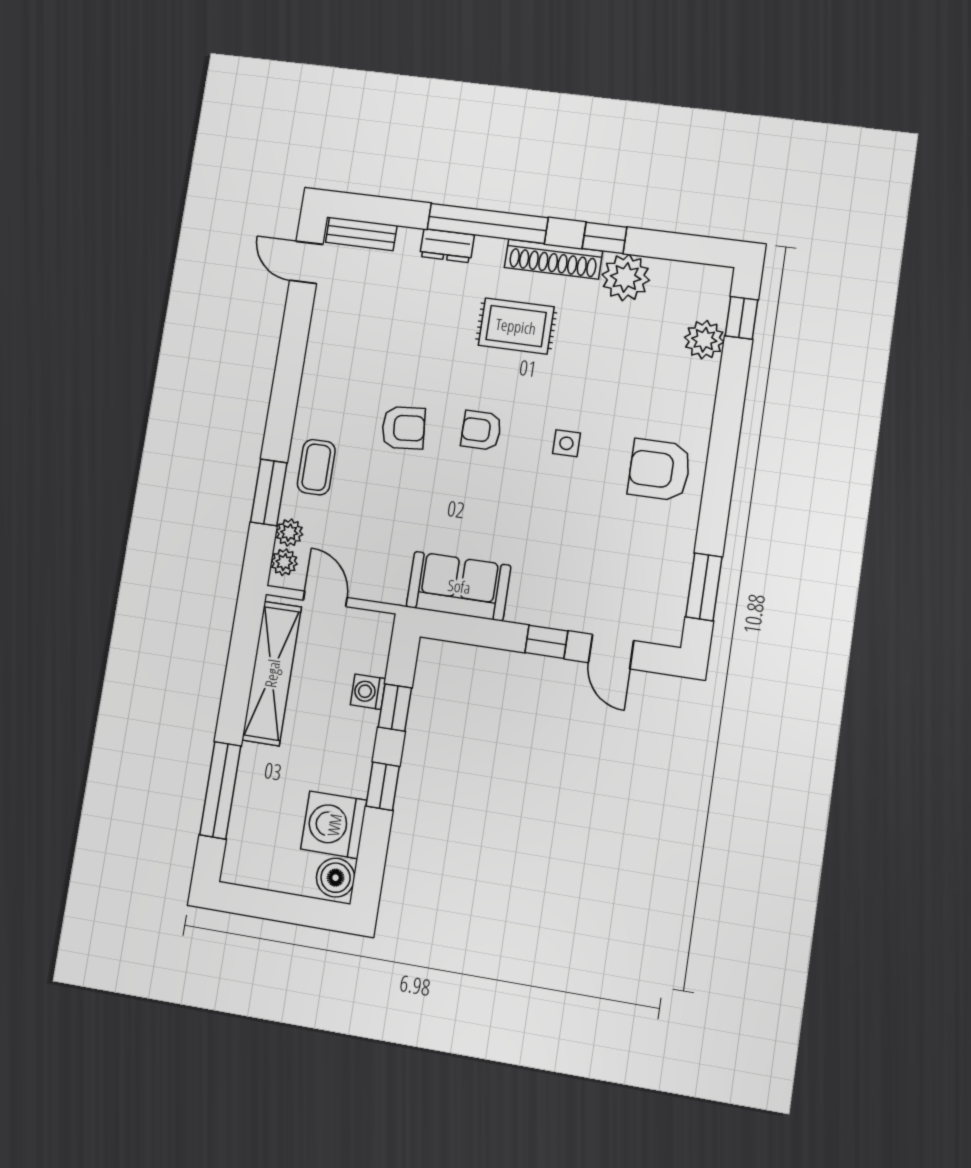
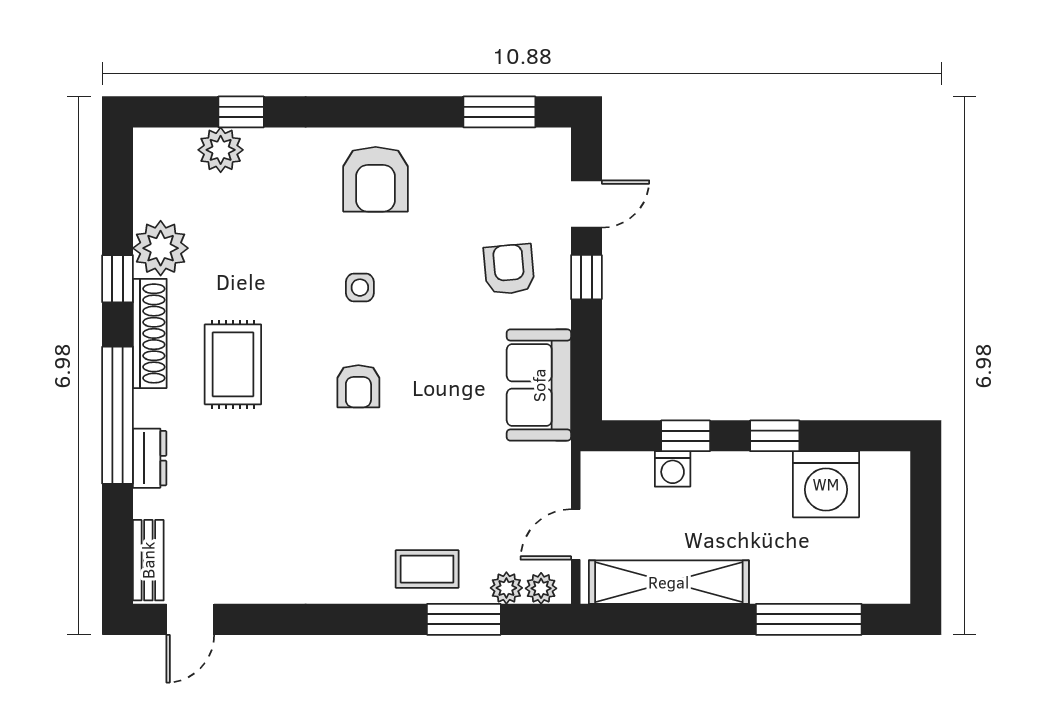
window: (741, 318) -> (241, 112), moved
armchair: (403, 428) -> (509, 269), moved
boiler: (336, 878) -> (884, 473), removed

